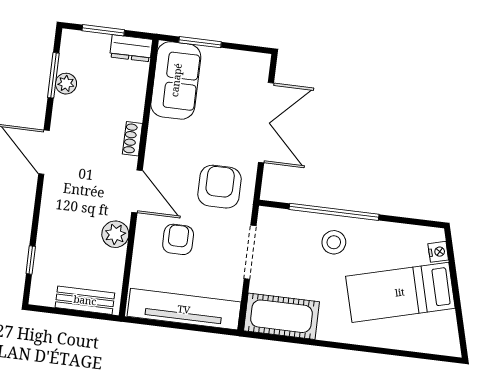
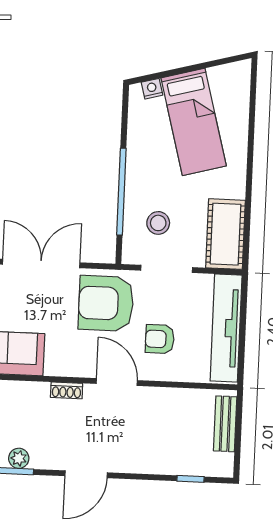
armchair: (219, 187) -> (106, 303), width x1.36, depth x1.36
door: (137, 191) -> (117, 382), hinge flipped
plant: (115, 234) -> (159, 400), removed
stool: (334, 242) -> (158, 223), moved

